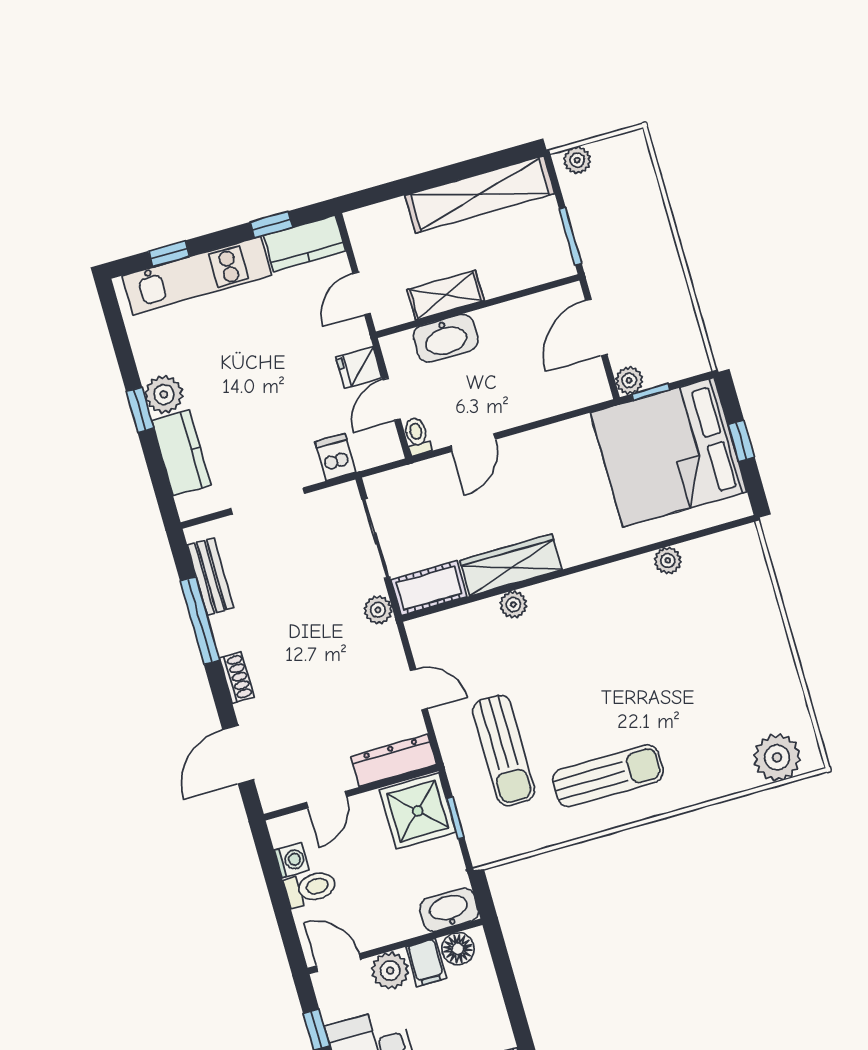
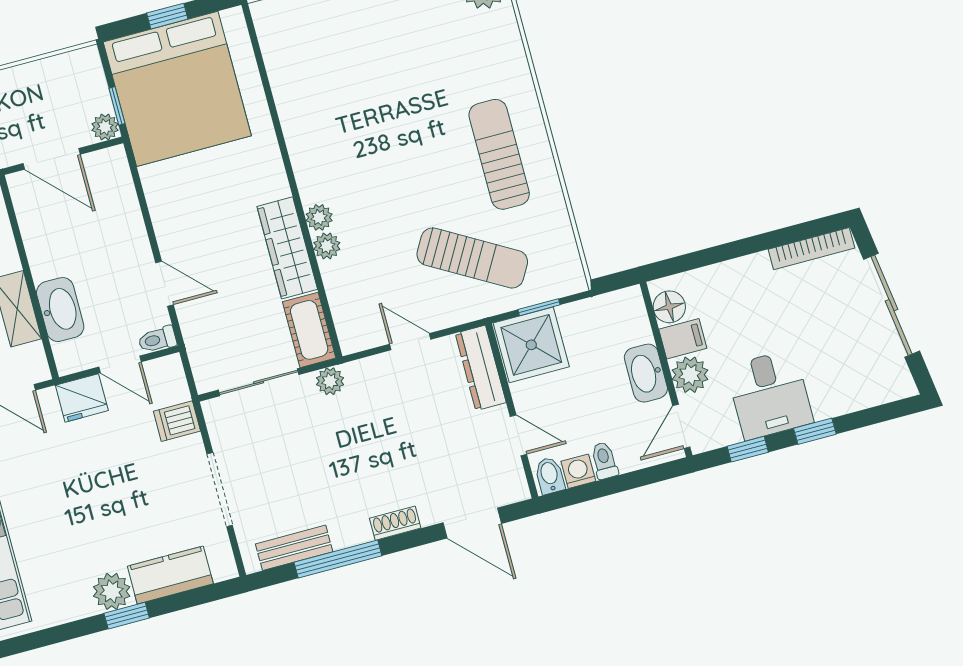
fridge: (359, 367) -> (82, 398), width x1.38
plant: (668, 560) -> (319, 217), moved
door: (419, 690) -> (410, 342), hinge flipped
sun lounger: (504, 750) -> (472, 258), turned 30
bidet: (287, 831) -> (550, 476), added
toilet: (311, 888) -> (604, 461), width x0.73, depth x0.72
washbasin: (449, 910) -> (646, 373), moved

